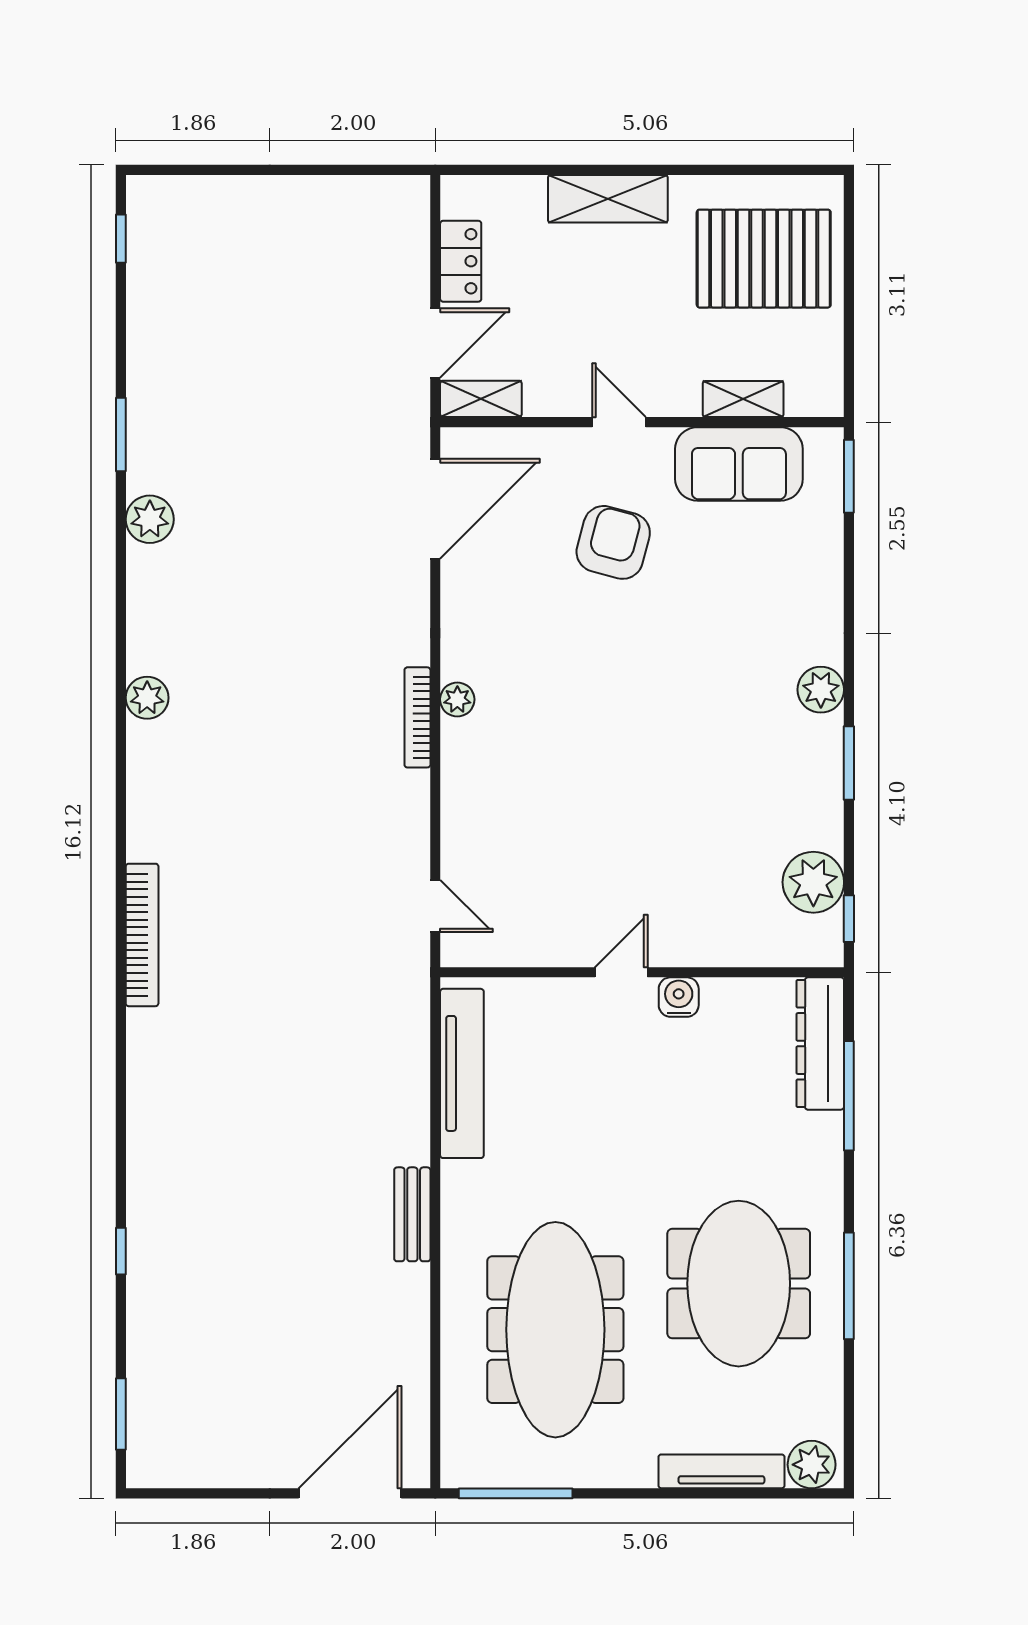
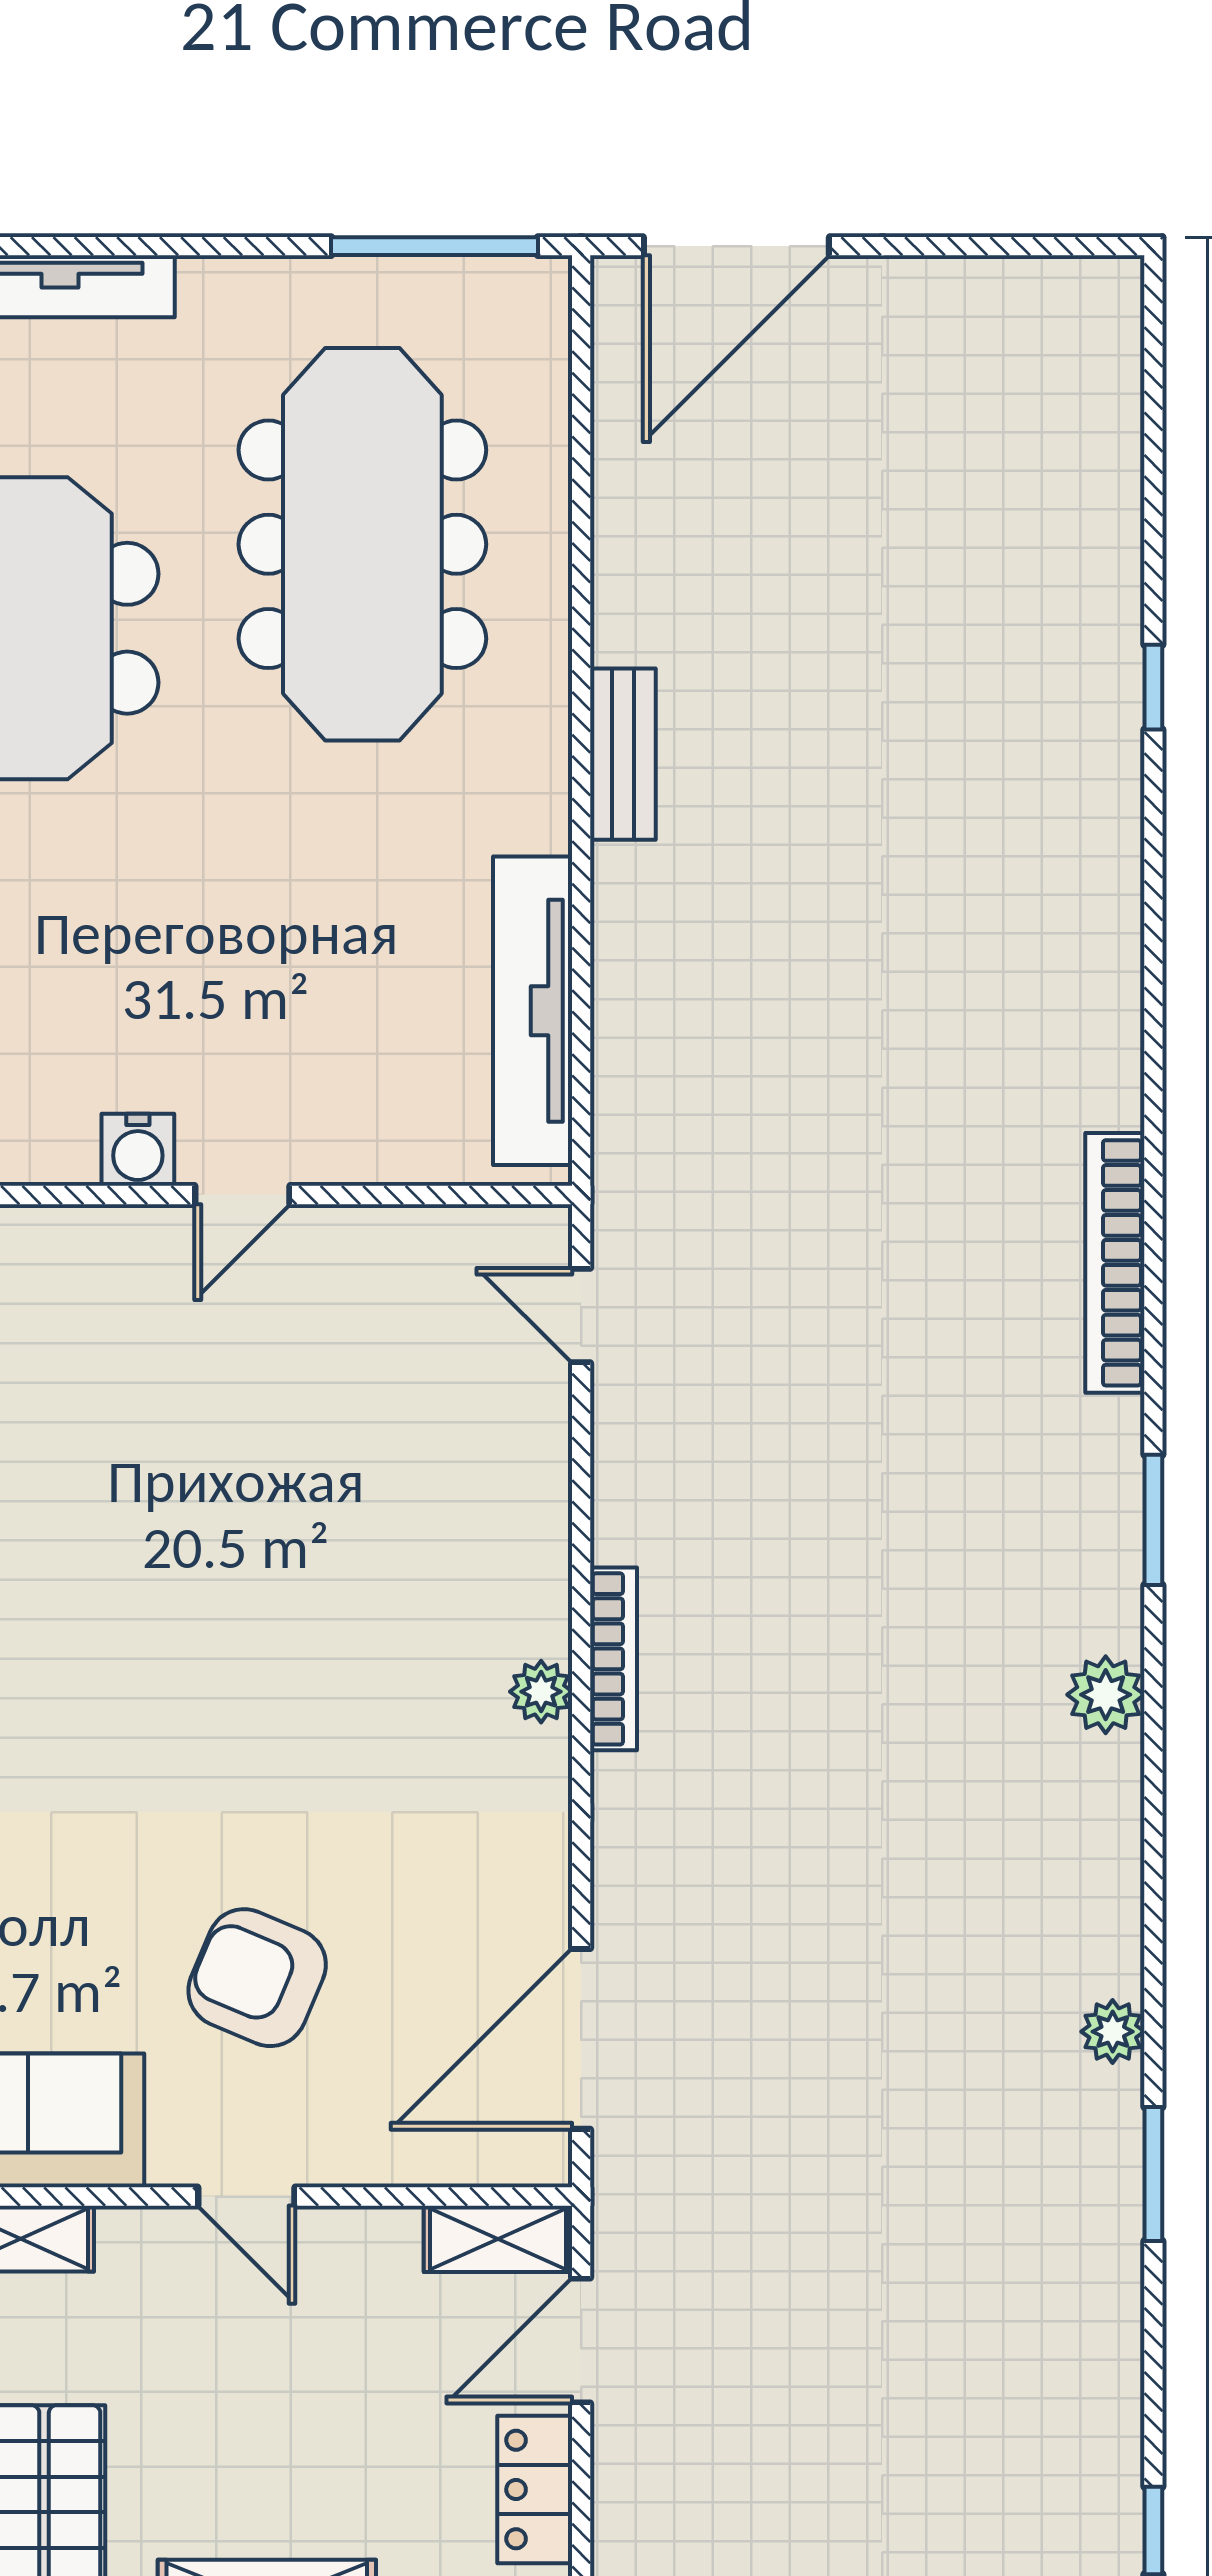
plant: (150, 519) -> (1113, 2032), width x0.73, depth x0.73
armchair: (613, 542) -> (257, 1978), turned 98
window: (121, 1414) -> (1153, 1520), moved

